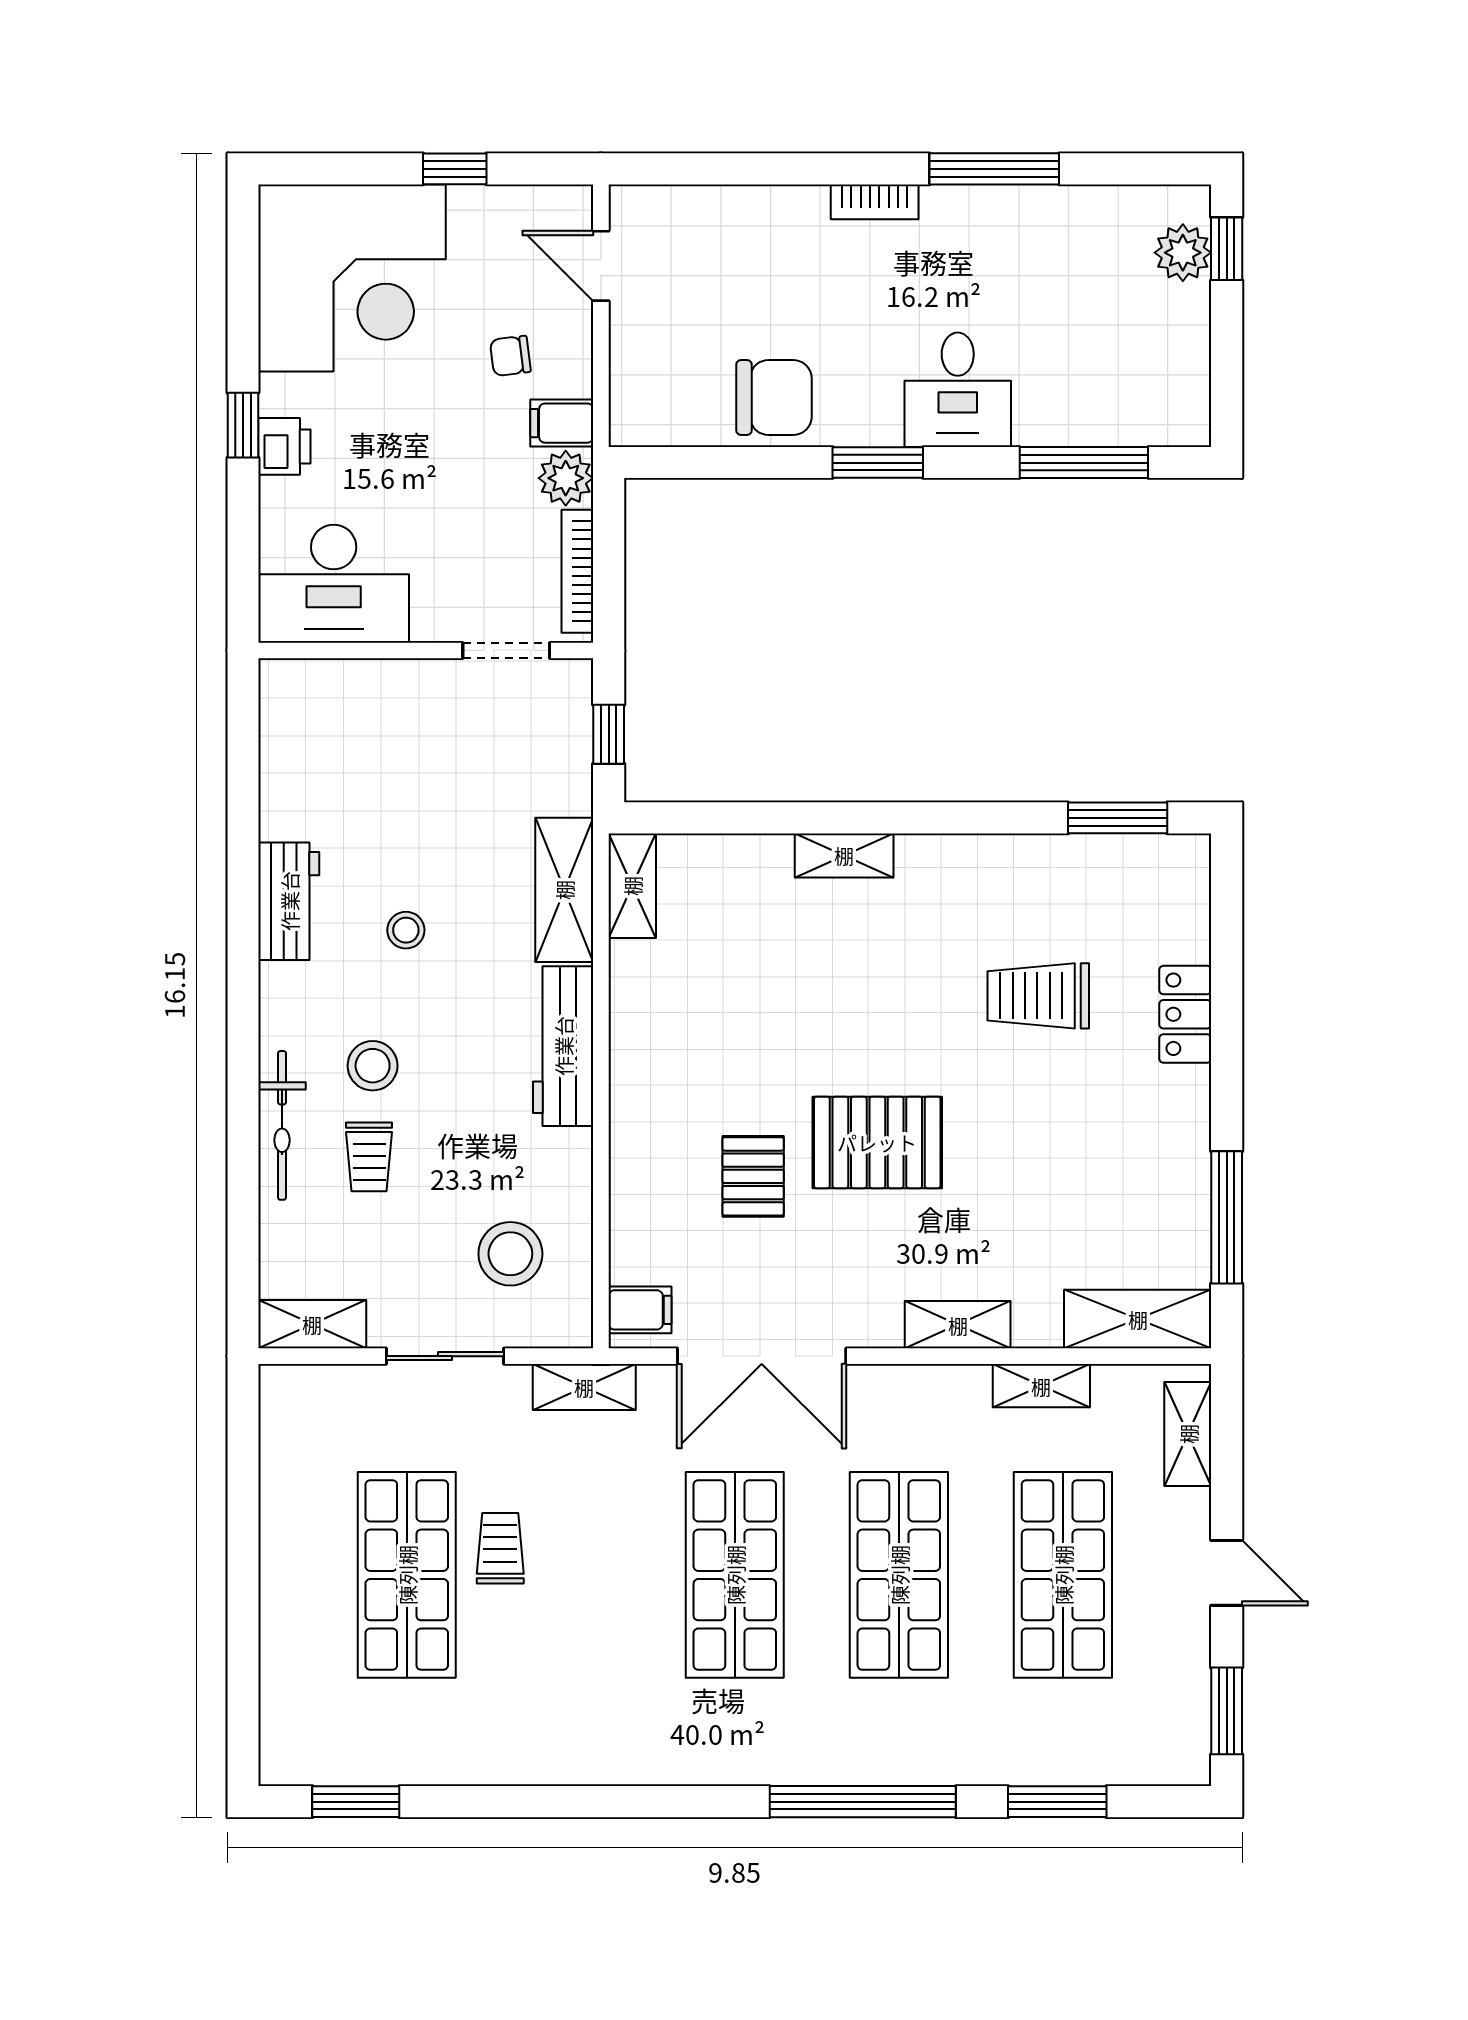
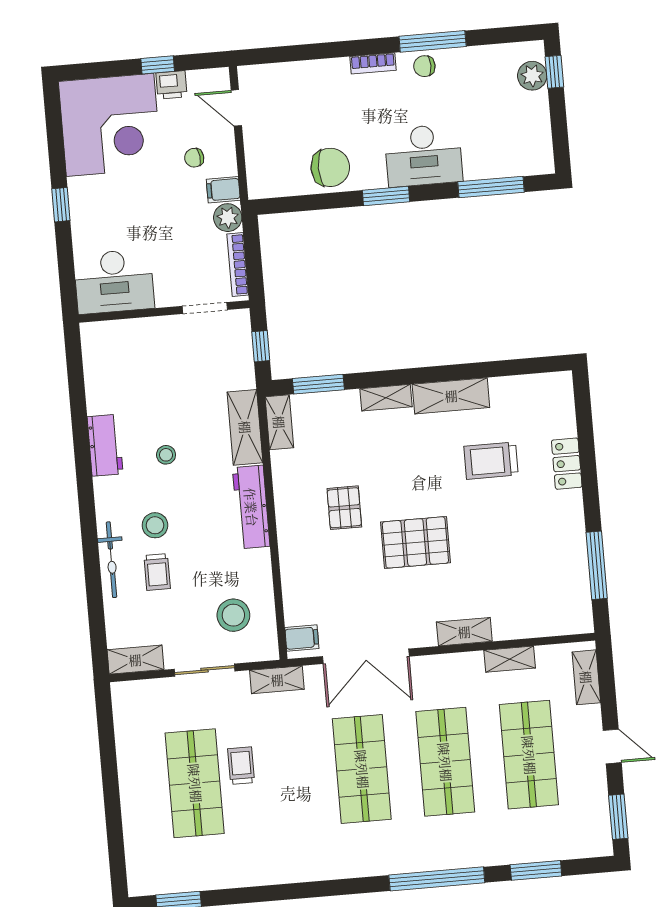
chair: (974, 216) -> (424, 66), added
desk: (958, 390) -> (424, 155), width x1.37
printer: (284, 446) -> (171, 85), moved, turned 90
window: (1118, 818) -> (318, 384), moved
pallet: (753, 1176) -> (344, 508), moved
shelving: (1138, 1319) -> (451, 396), moved

